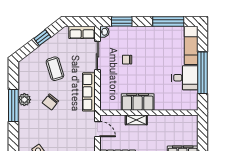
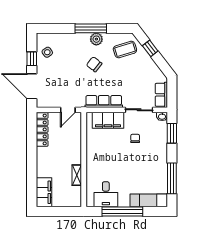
window: (42, 38) -> (150, 48), moved
coffee table: (55, 69) -> (125, 50), moved
desk: (185, 78) -> (106, 194), moved
filing cabinet: (138, 102) -> (108, 120), moved, turned 90
shelving: (136, 120) -> (77, 175), moved

